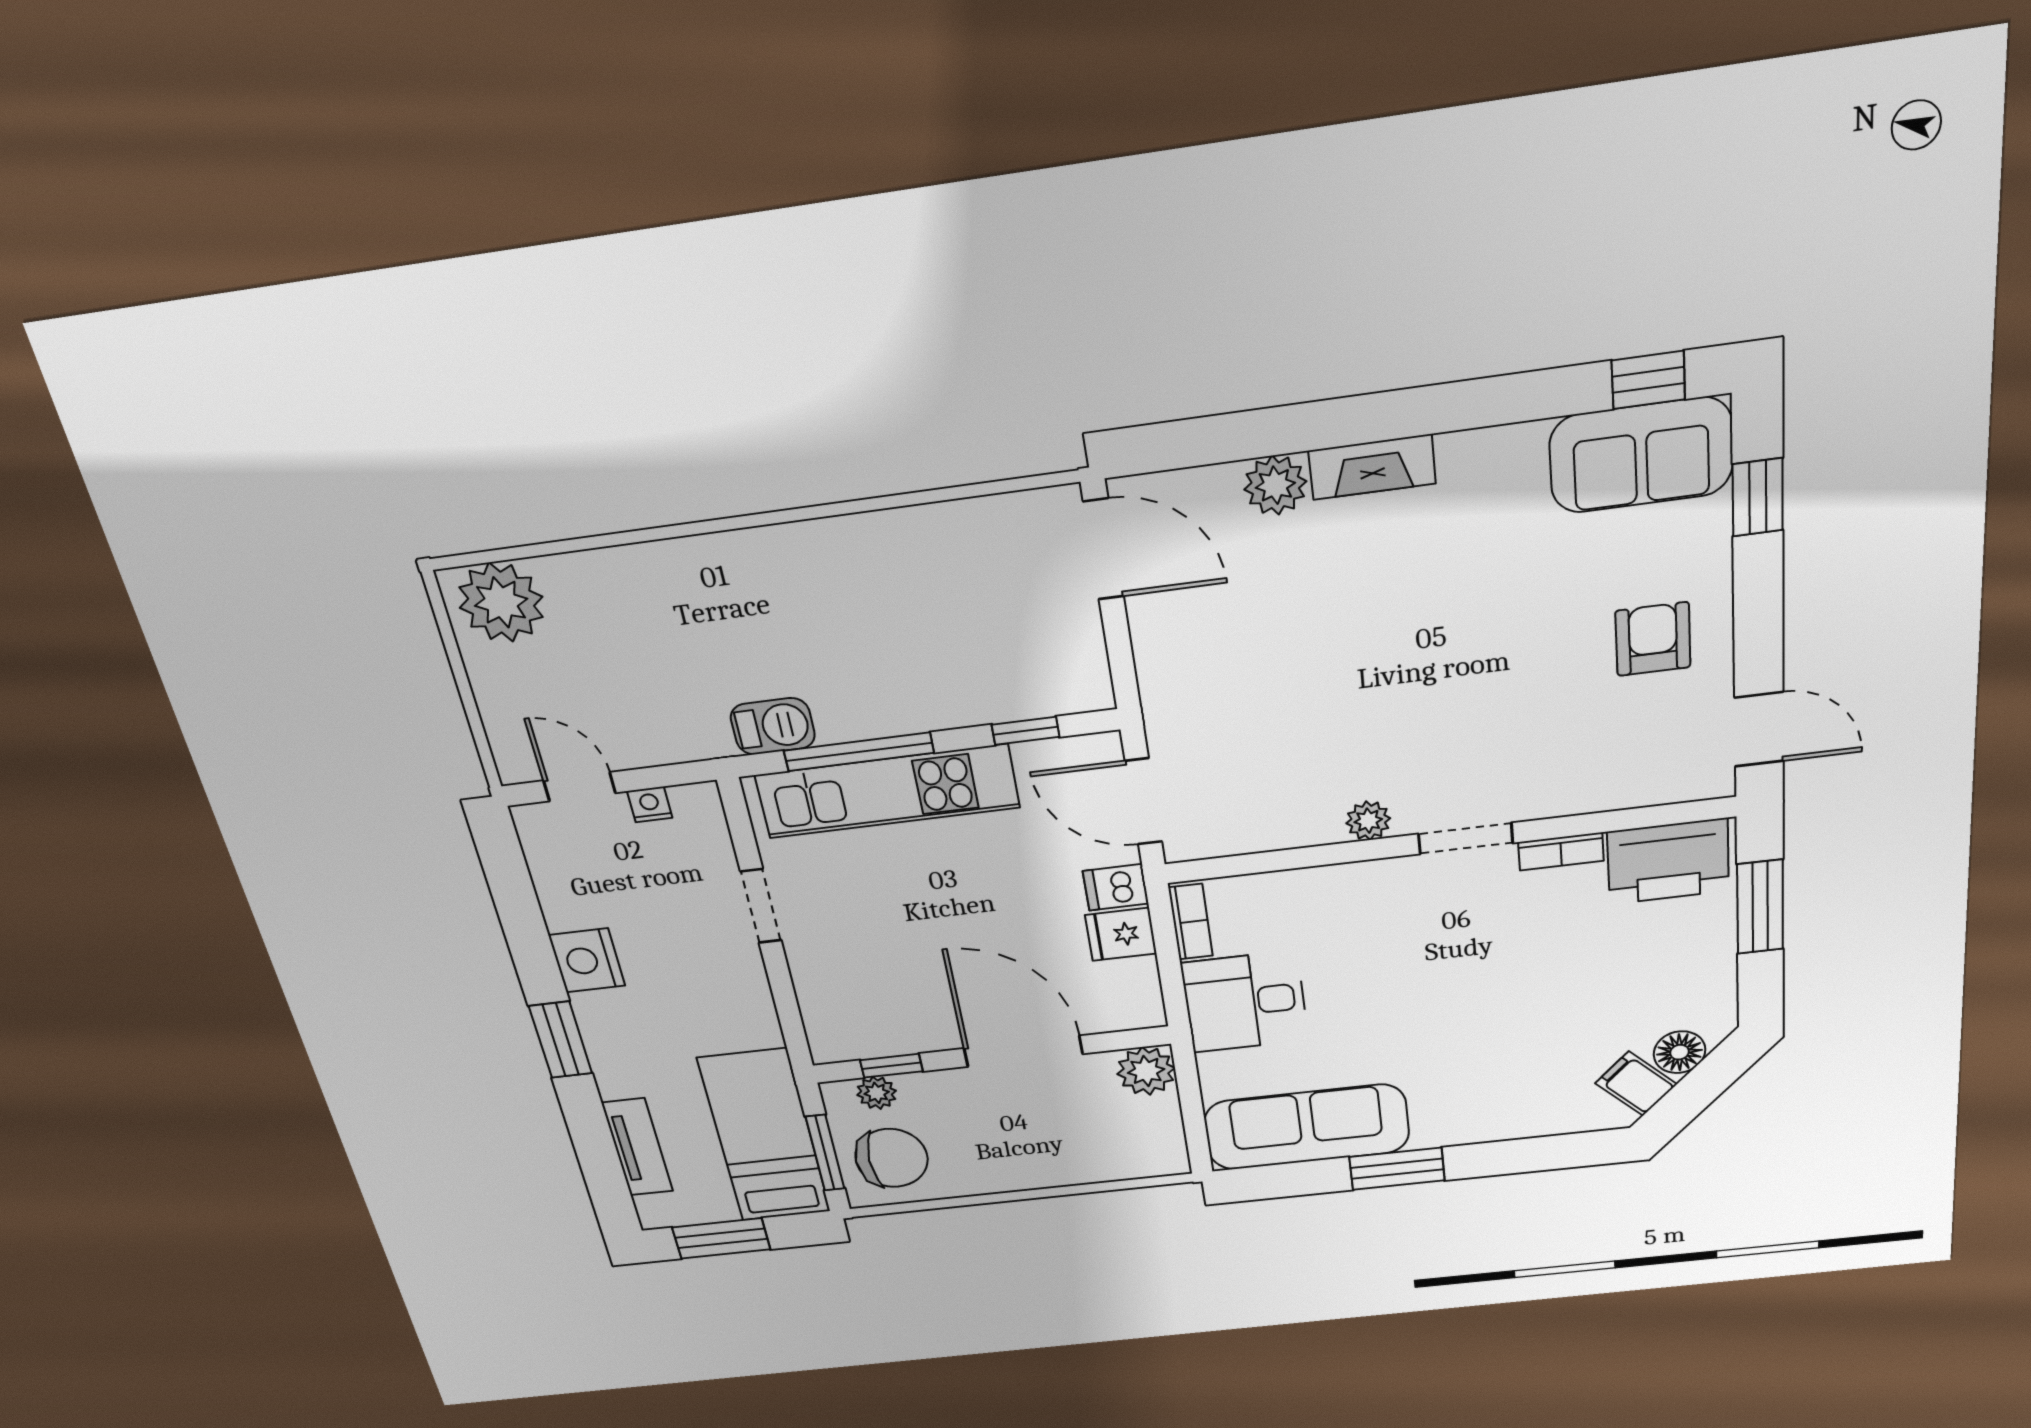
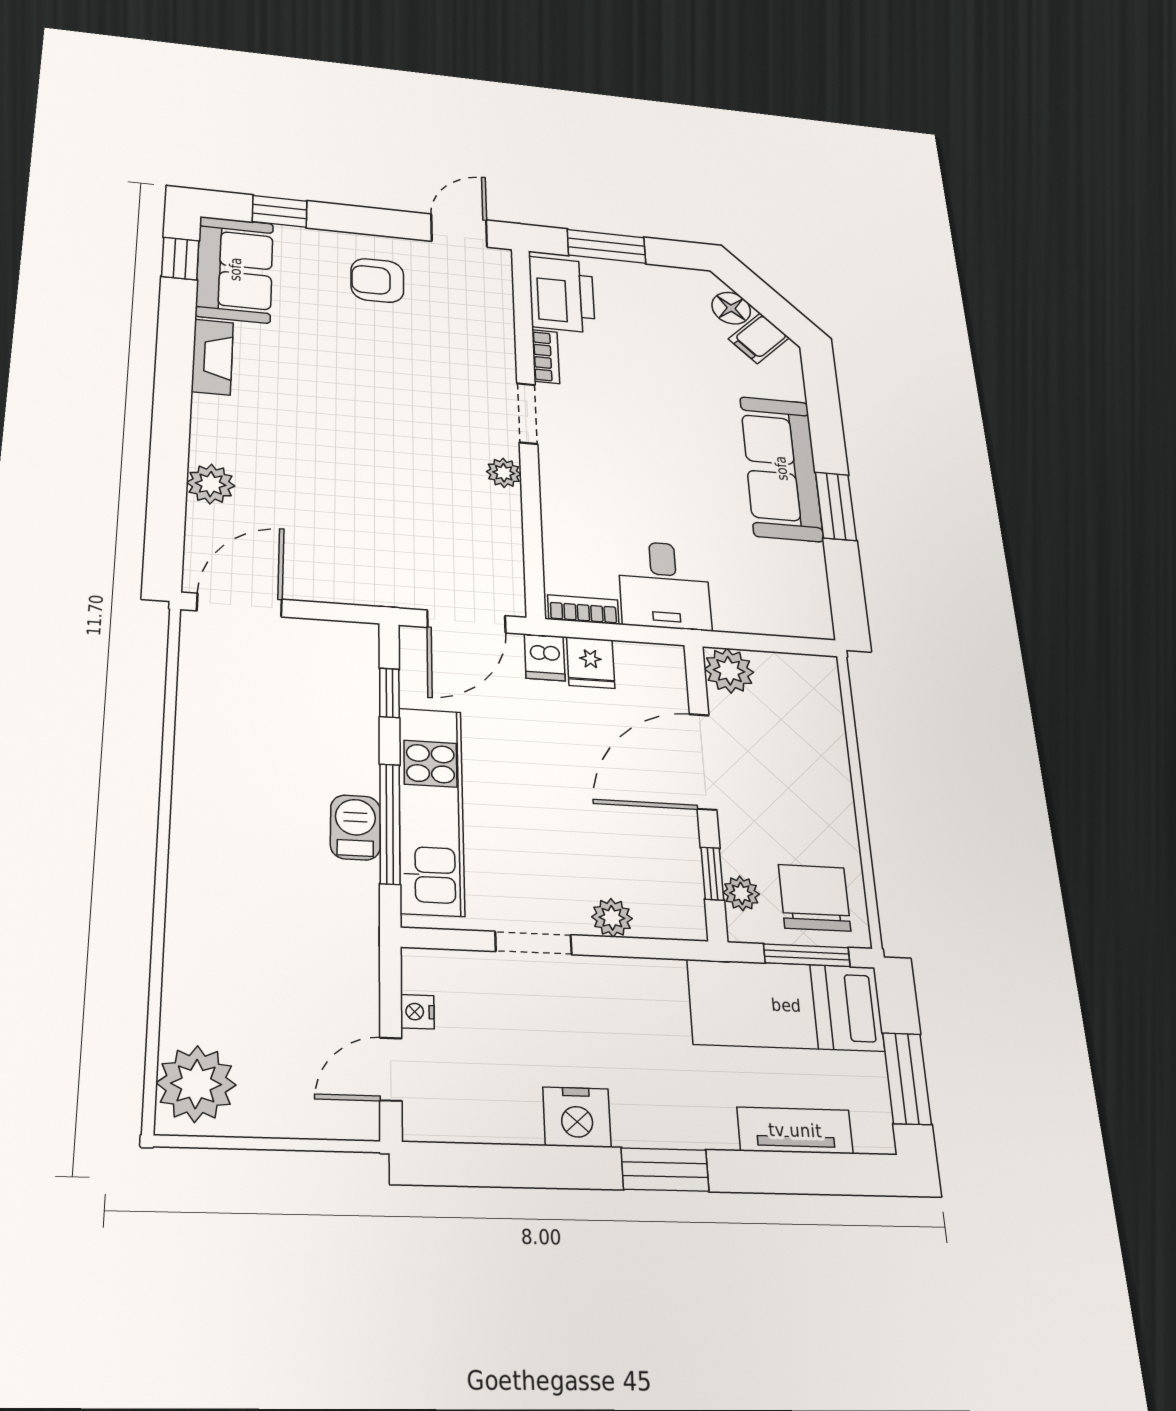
fireplace: (1372, 467) -> (212, 357), moved
barbecue: (773, 726) -> (355, 827), moved
plant: (812, 977) -> (612, 918), added
sofa: (1307, 1127) -> (781, 468), moved

